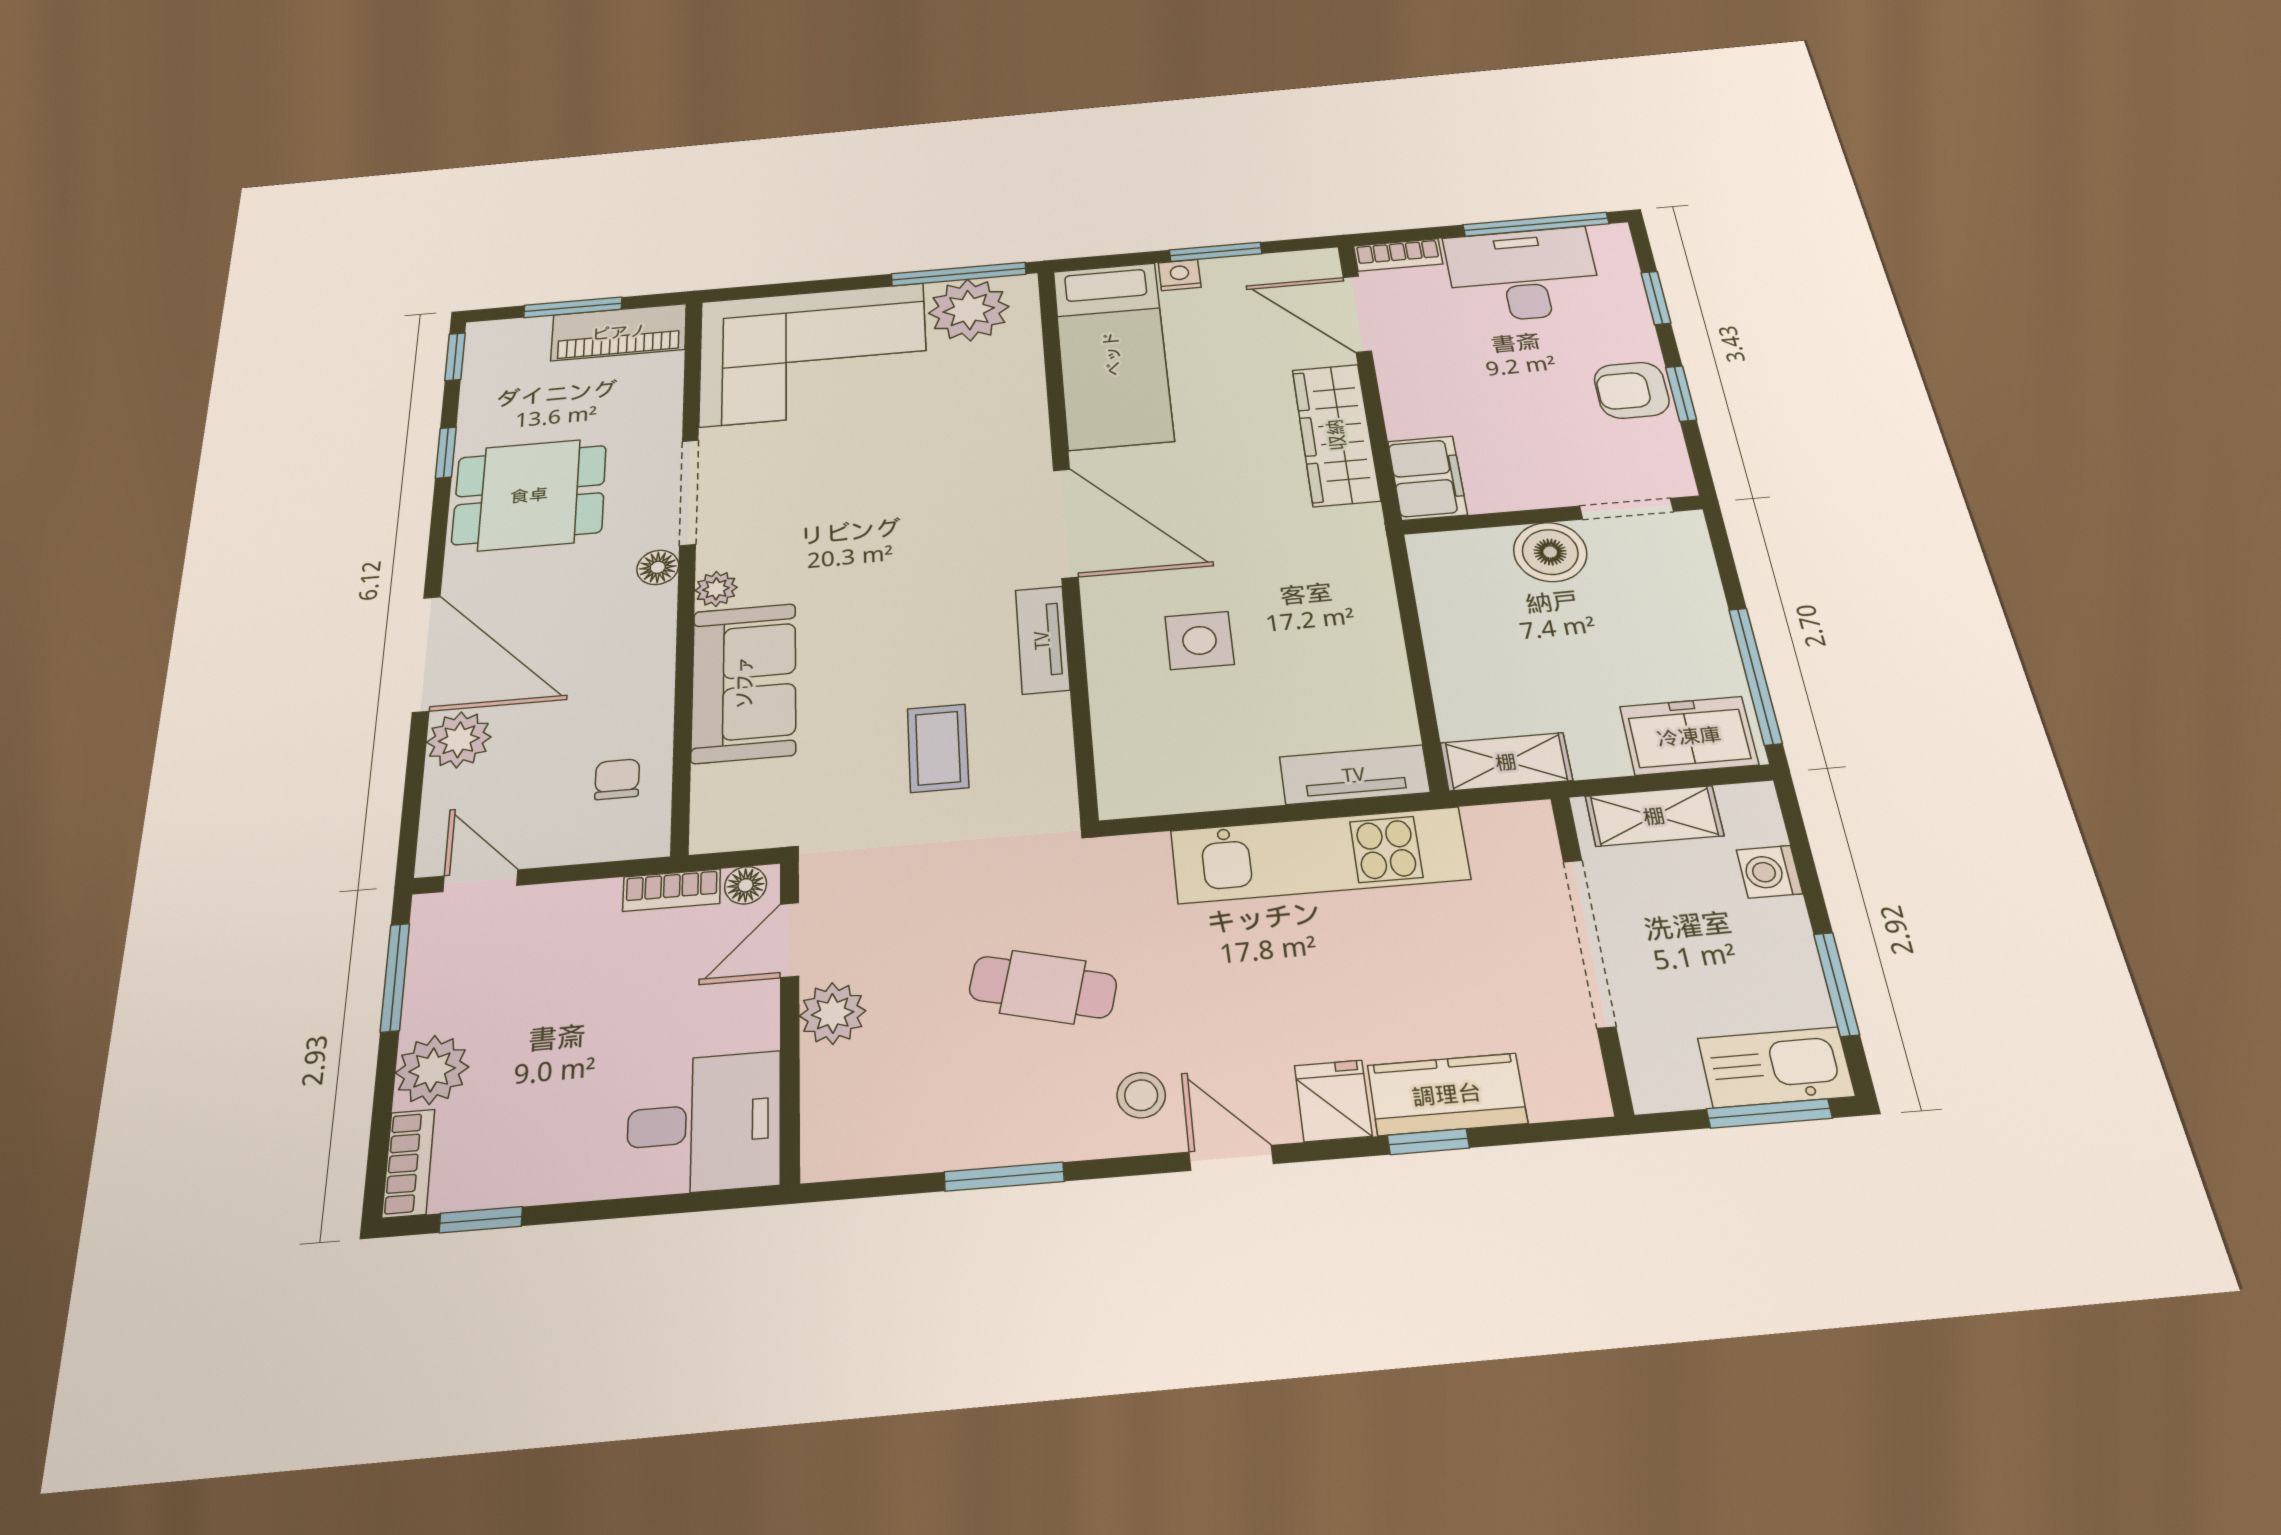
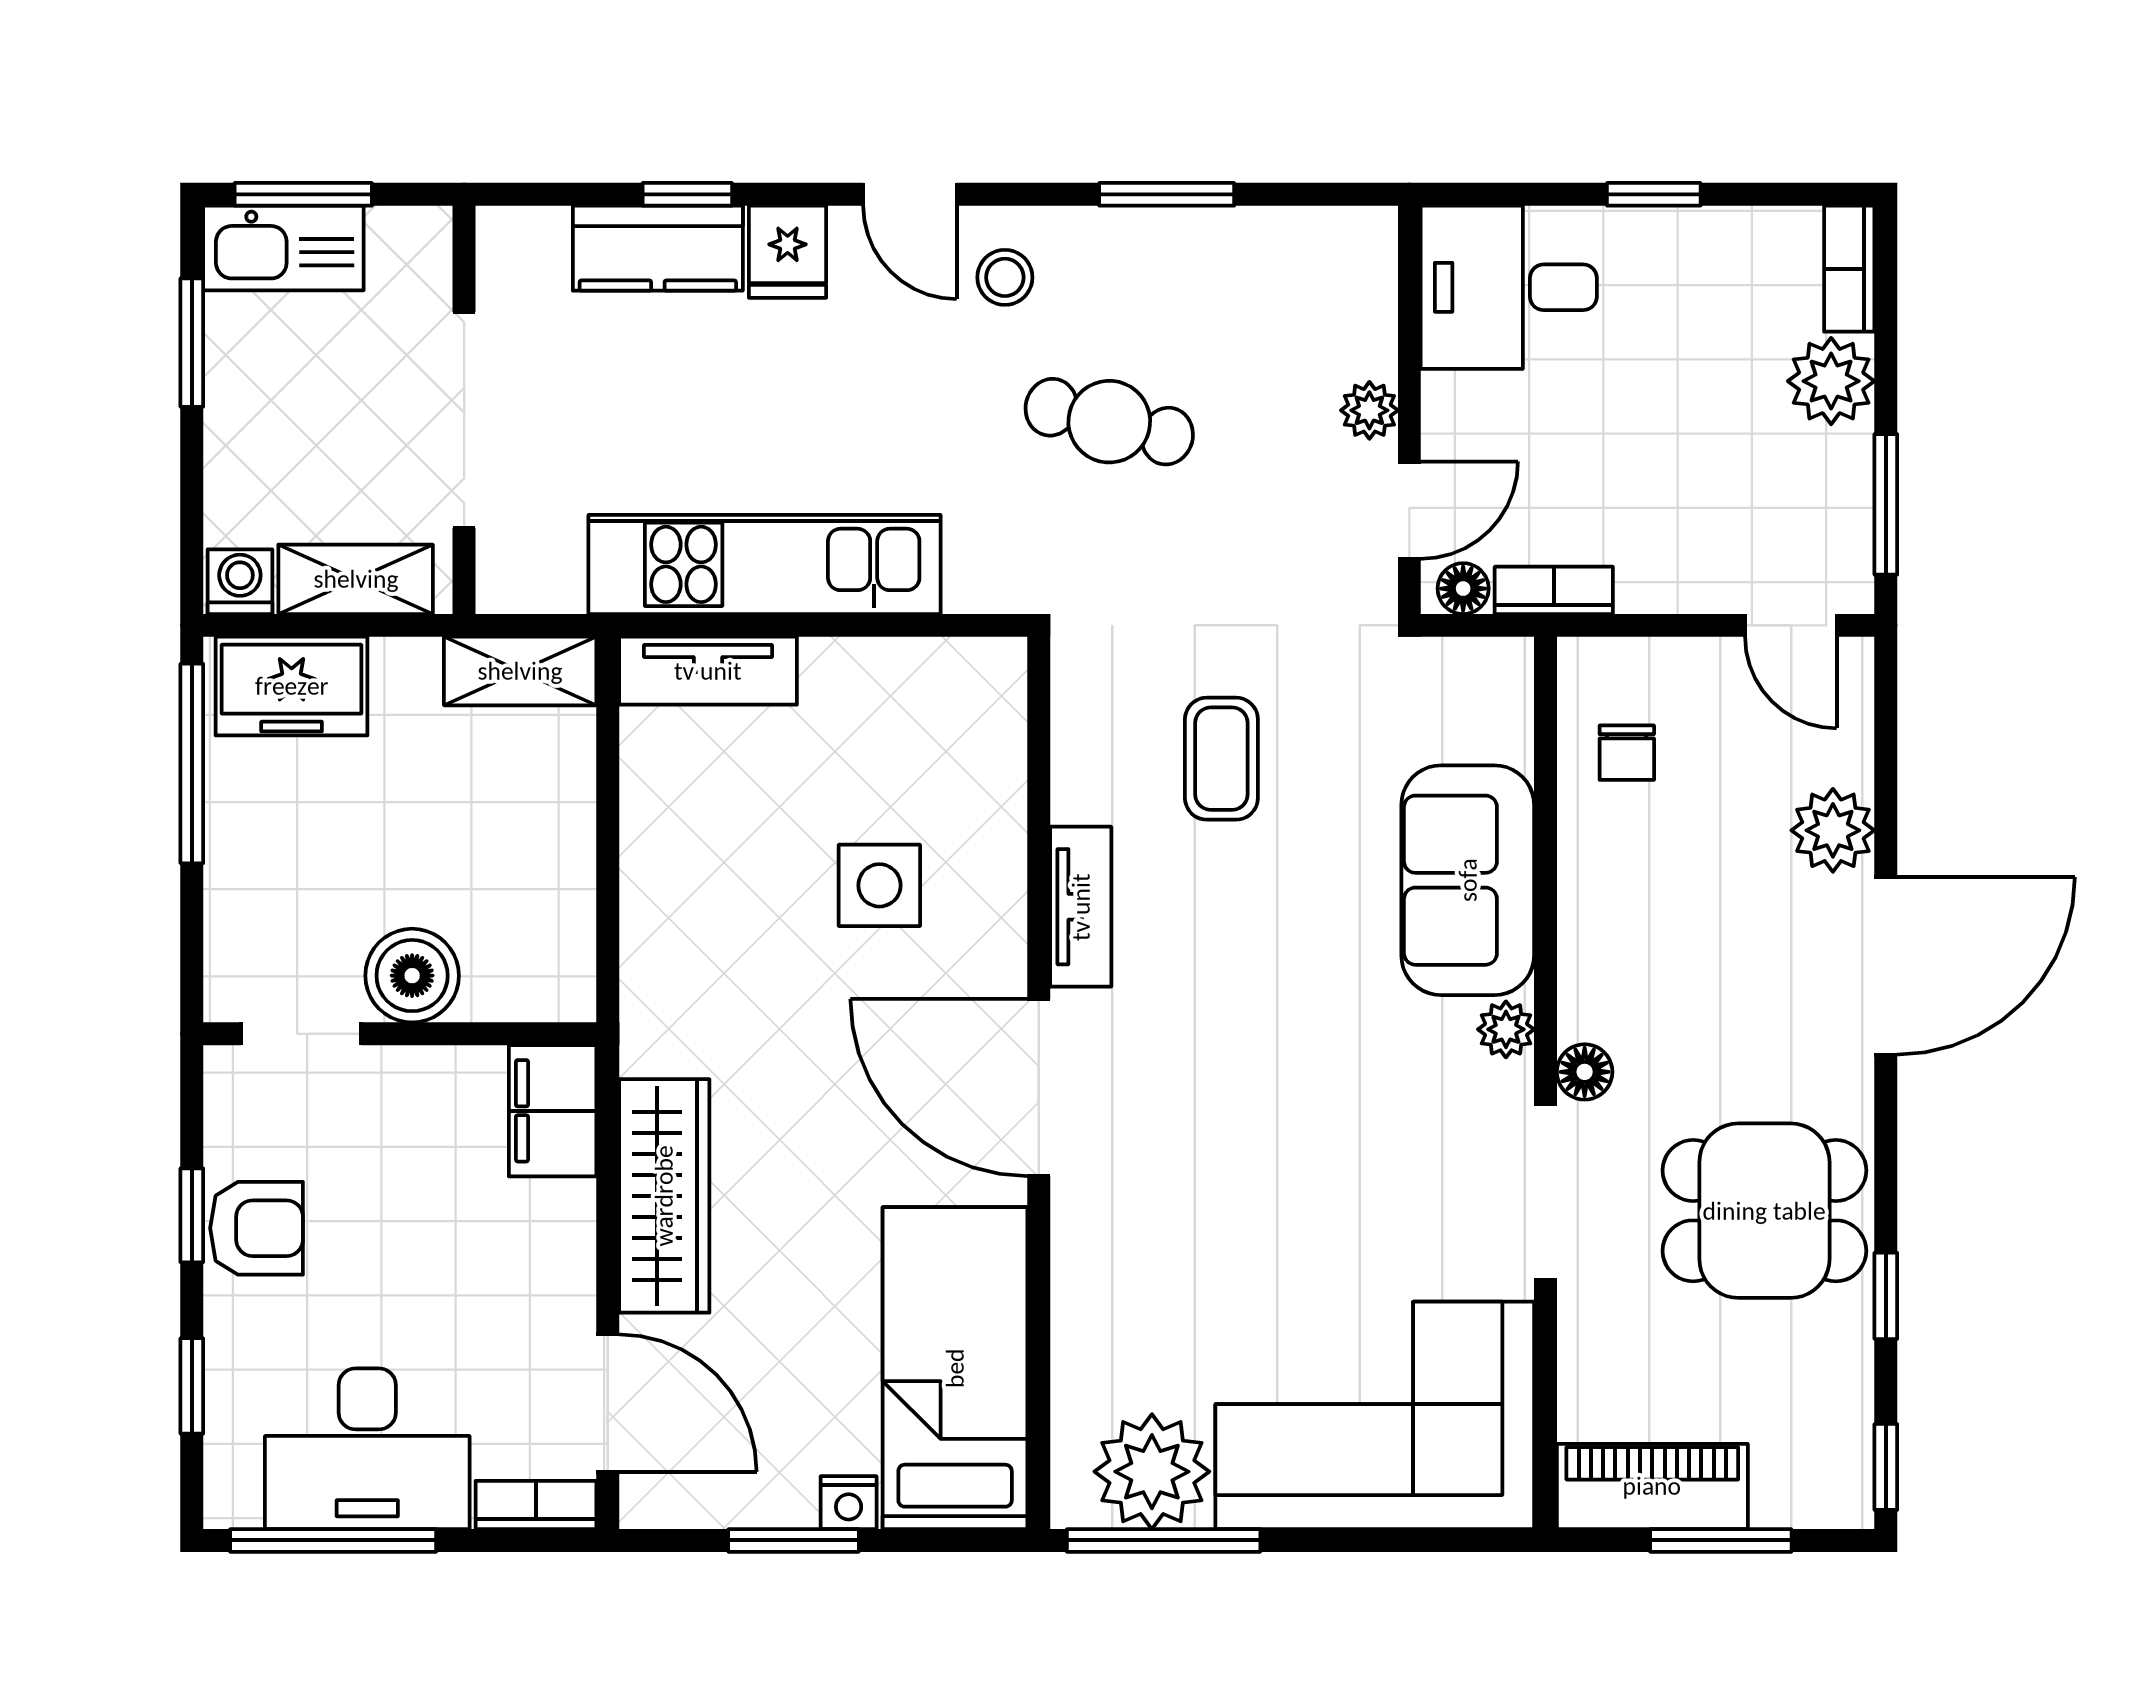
door: (426, 654) -> (1886, 966), swing flipped
washing machine: (1769, 872) -> (240, 582), moved, turned -90
plant: (833, 1013) -> (1369, 410), width x0.73, depth x0.73
window: (481, 1220) -> (1654, 194), moved

